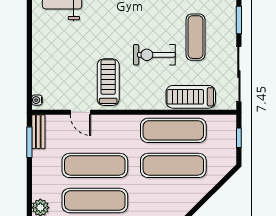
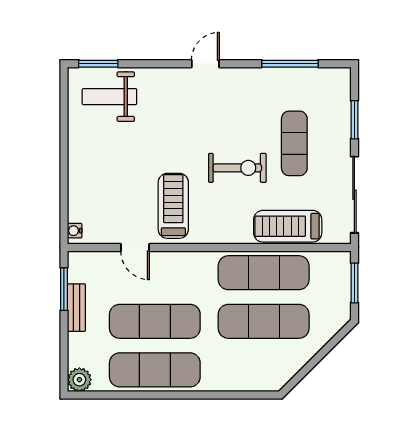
exercise bike: (154, 55) -> (237, 168), turned 180
bench: (38, 132) -> (76, 308), moved
window: (239, 138) -> (354, 283), width x1.50

